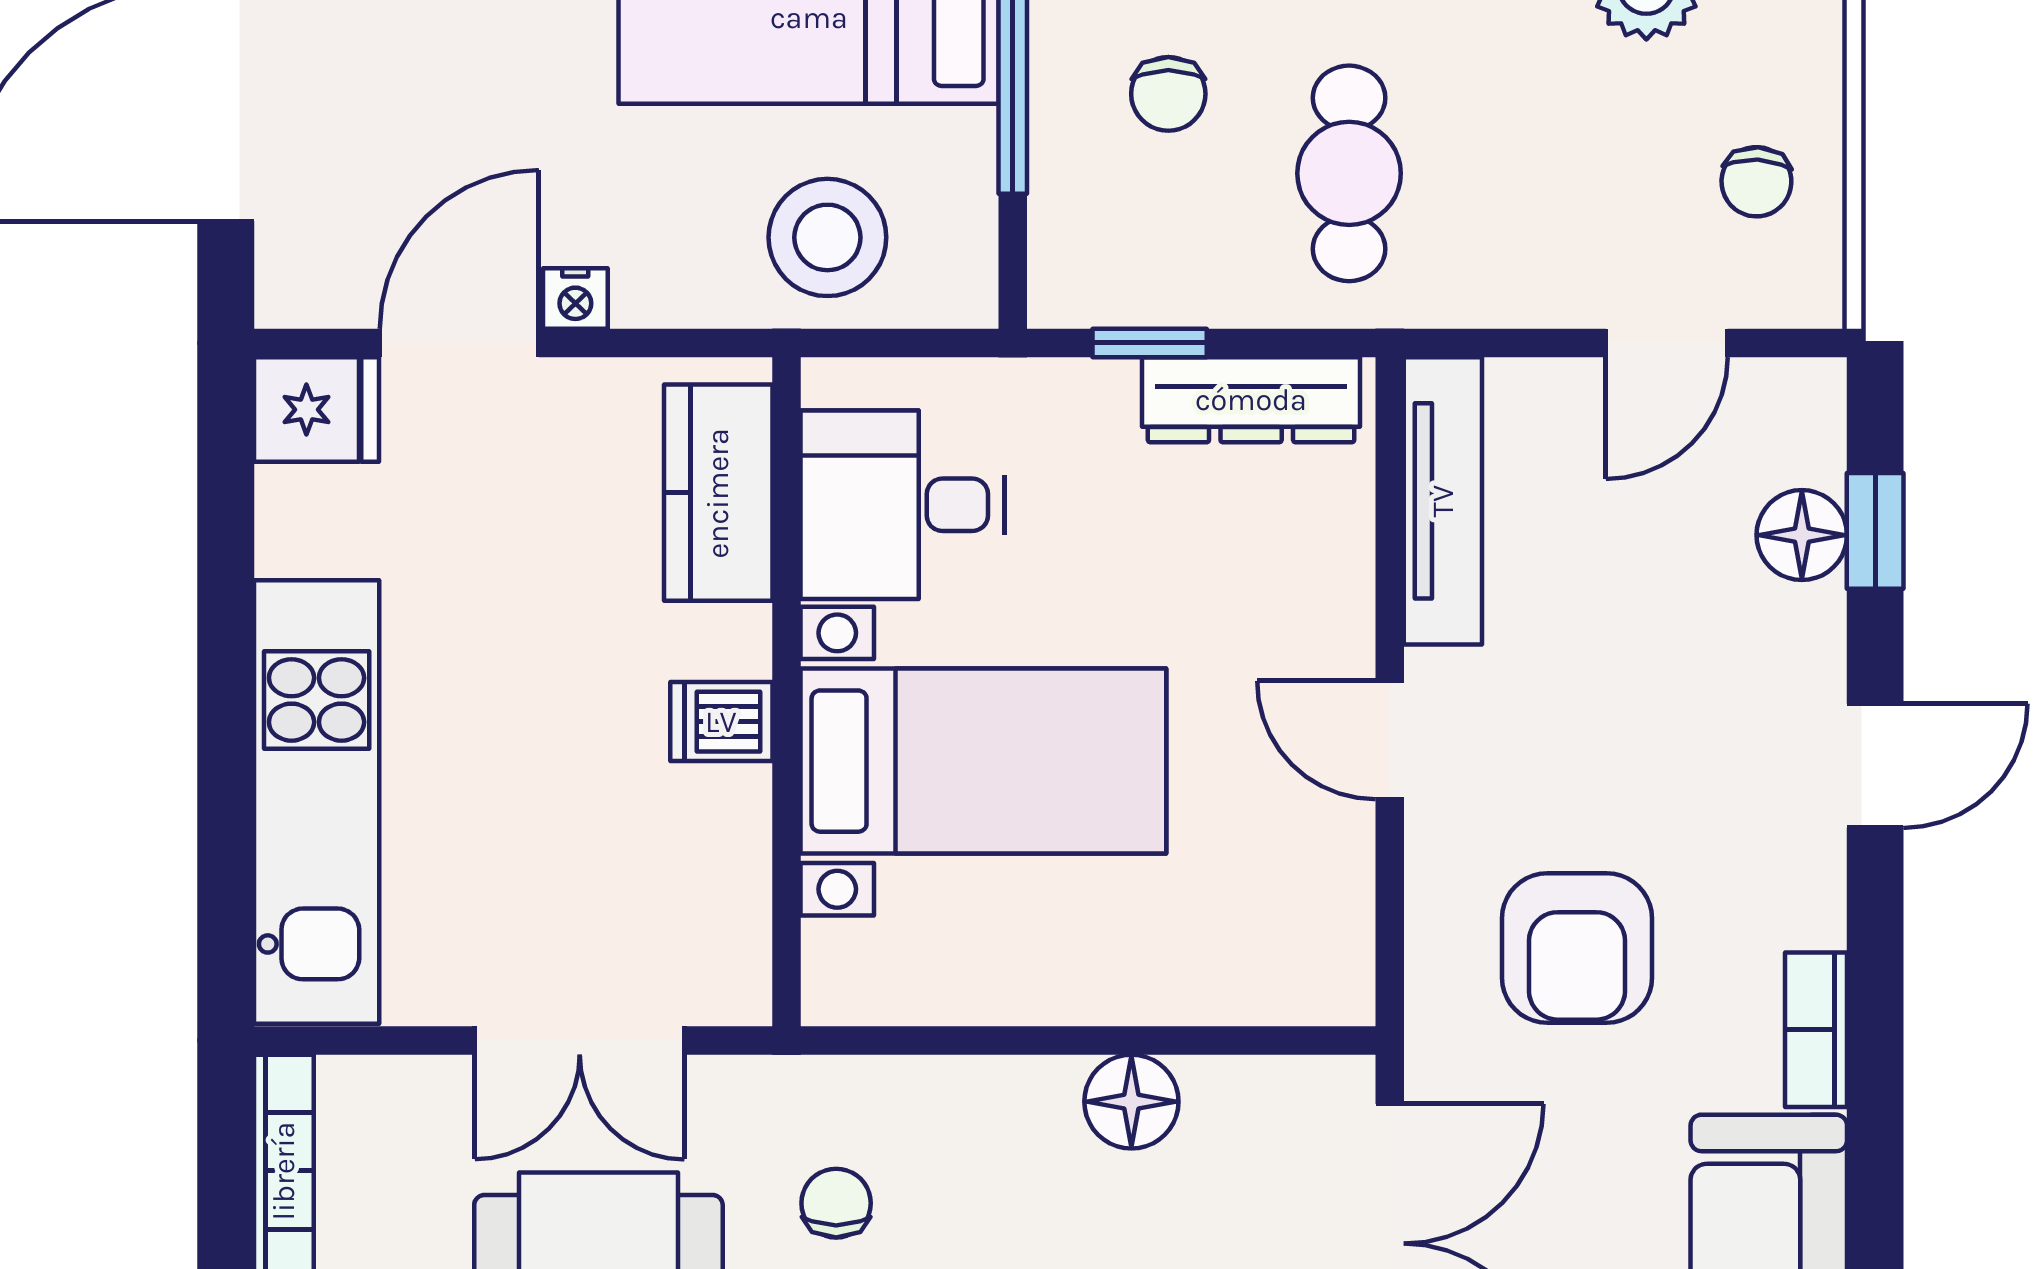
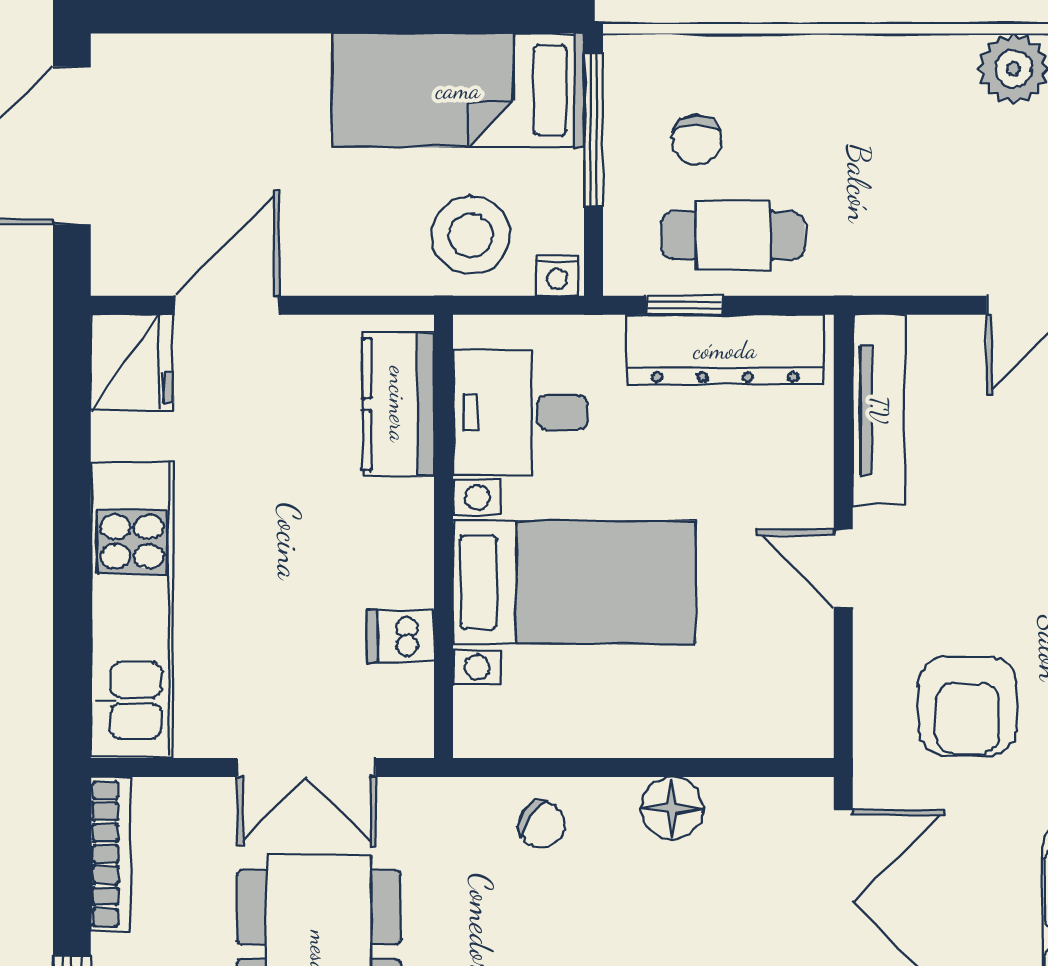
cafe table: (1349, 173) -> (733, 235), moved, turned 90
nightstand: (575, 298) -> (557, 276), moved
dresser: (1251, 400) -> (725, 350), width x1.37, depth x1.24
fridge: (316, 410) -> (132, 363), width x1.38
dishwasher: (721, 722) -> (400, 636), moved
chair: (836, 1203) -> (542, 825), moved, turned 126

